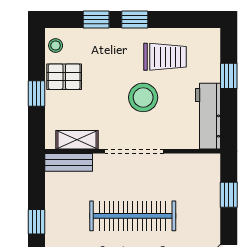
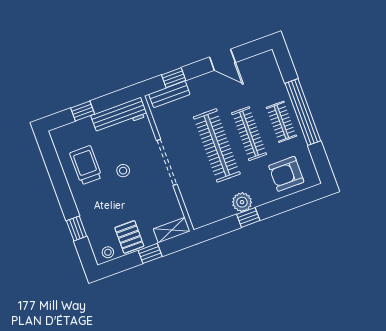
window: (135, 19) -> (66, 199), removed
stool: (143, 97) -> (123, 171), width x0.53, depth x0.53
shelving: (77, 140) -> (172, 230), moved, turned 90
bench: (69, 162) -> (169, 94), moved, turned 90
plant: (57, 221) -> (242, 202), added

